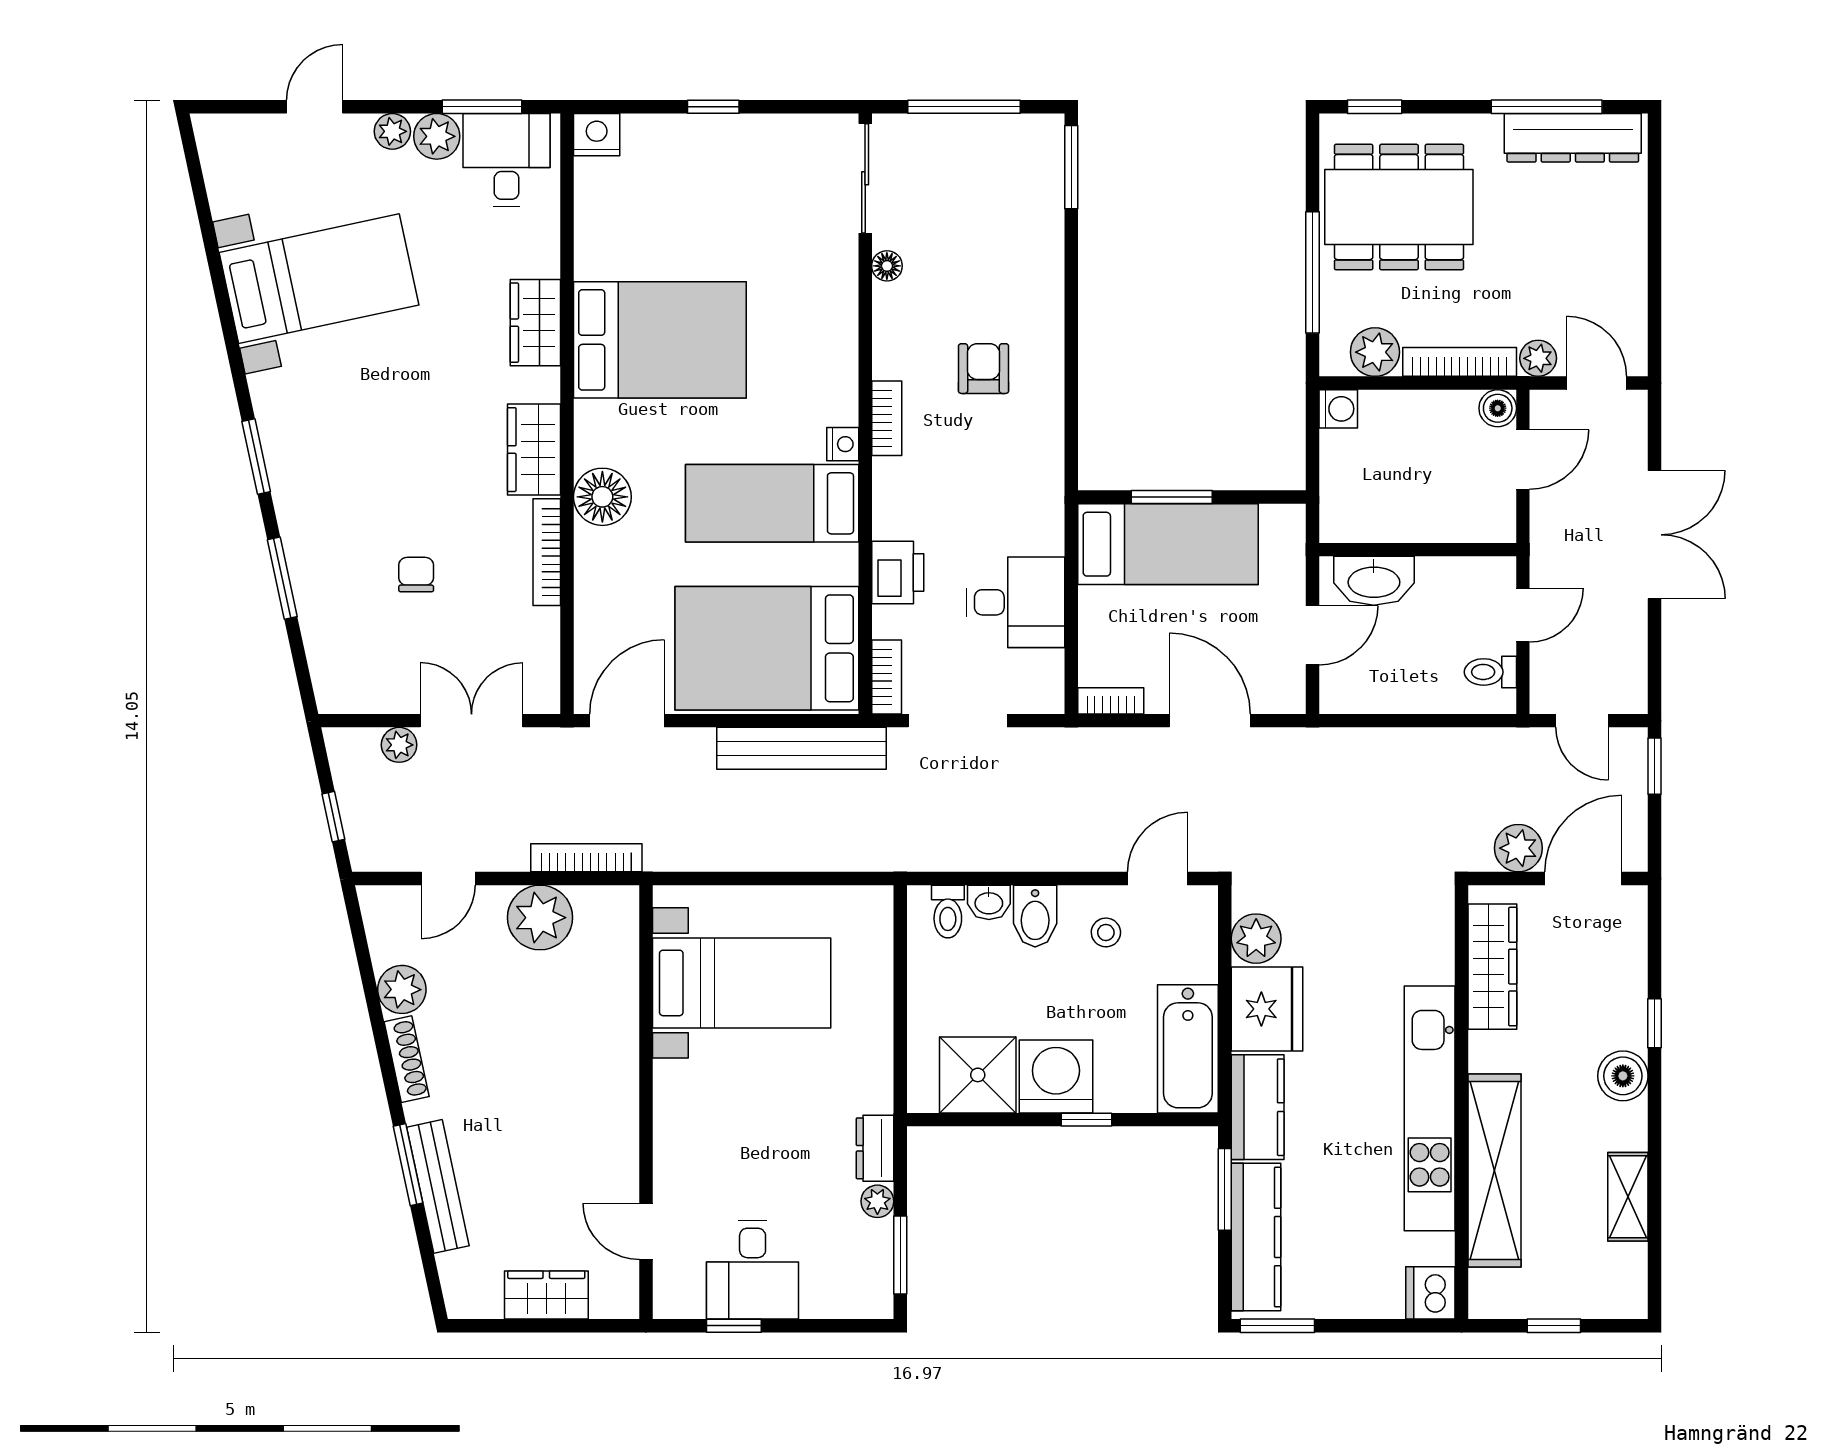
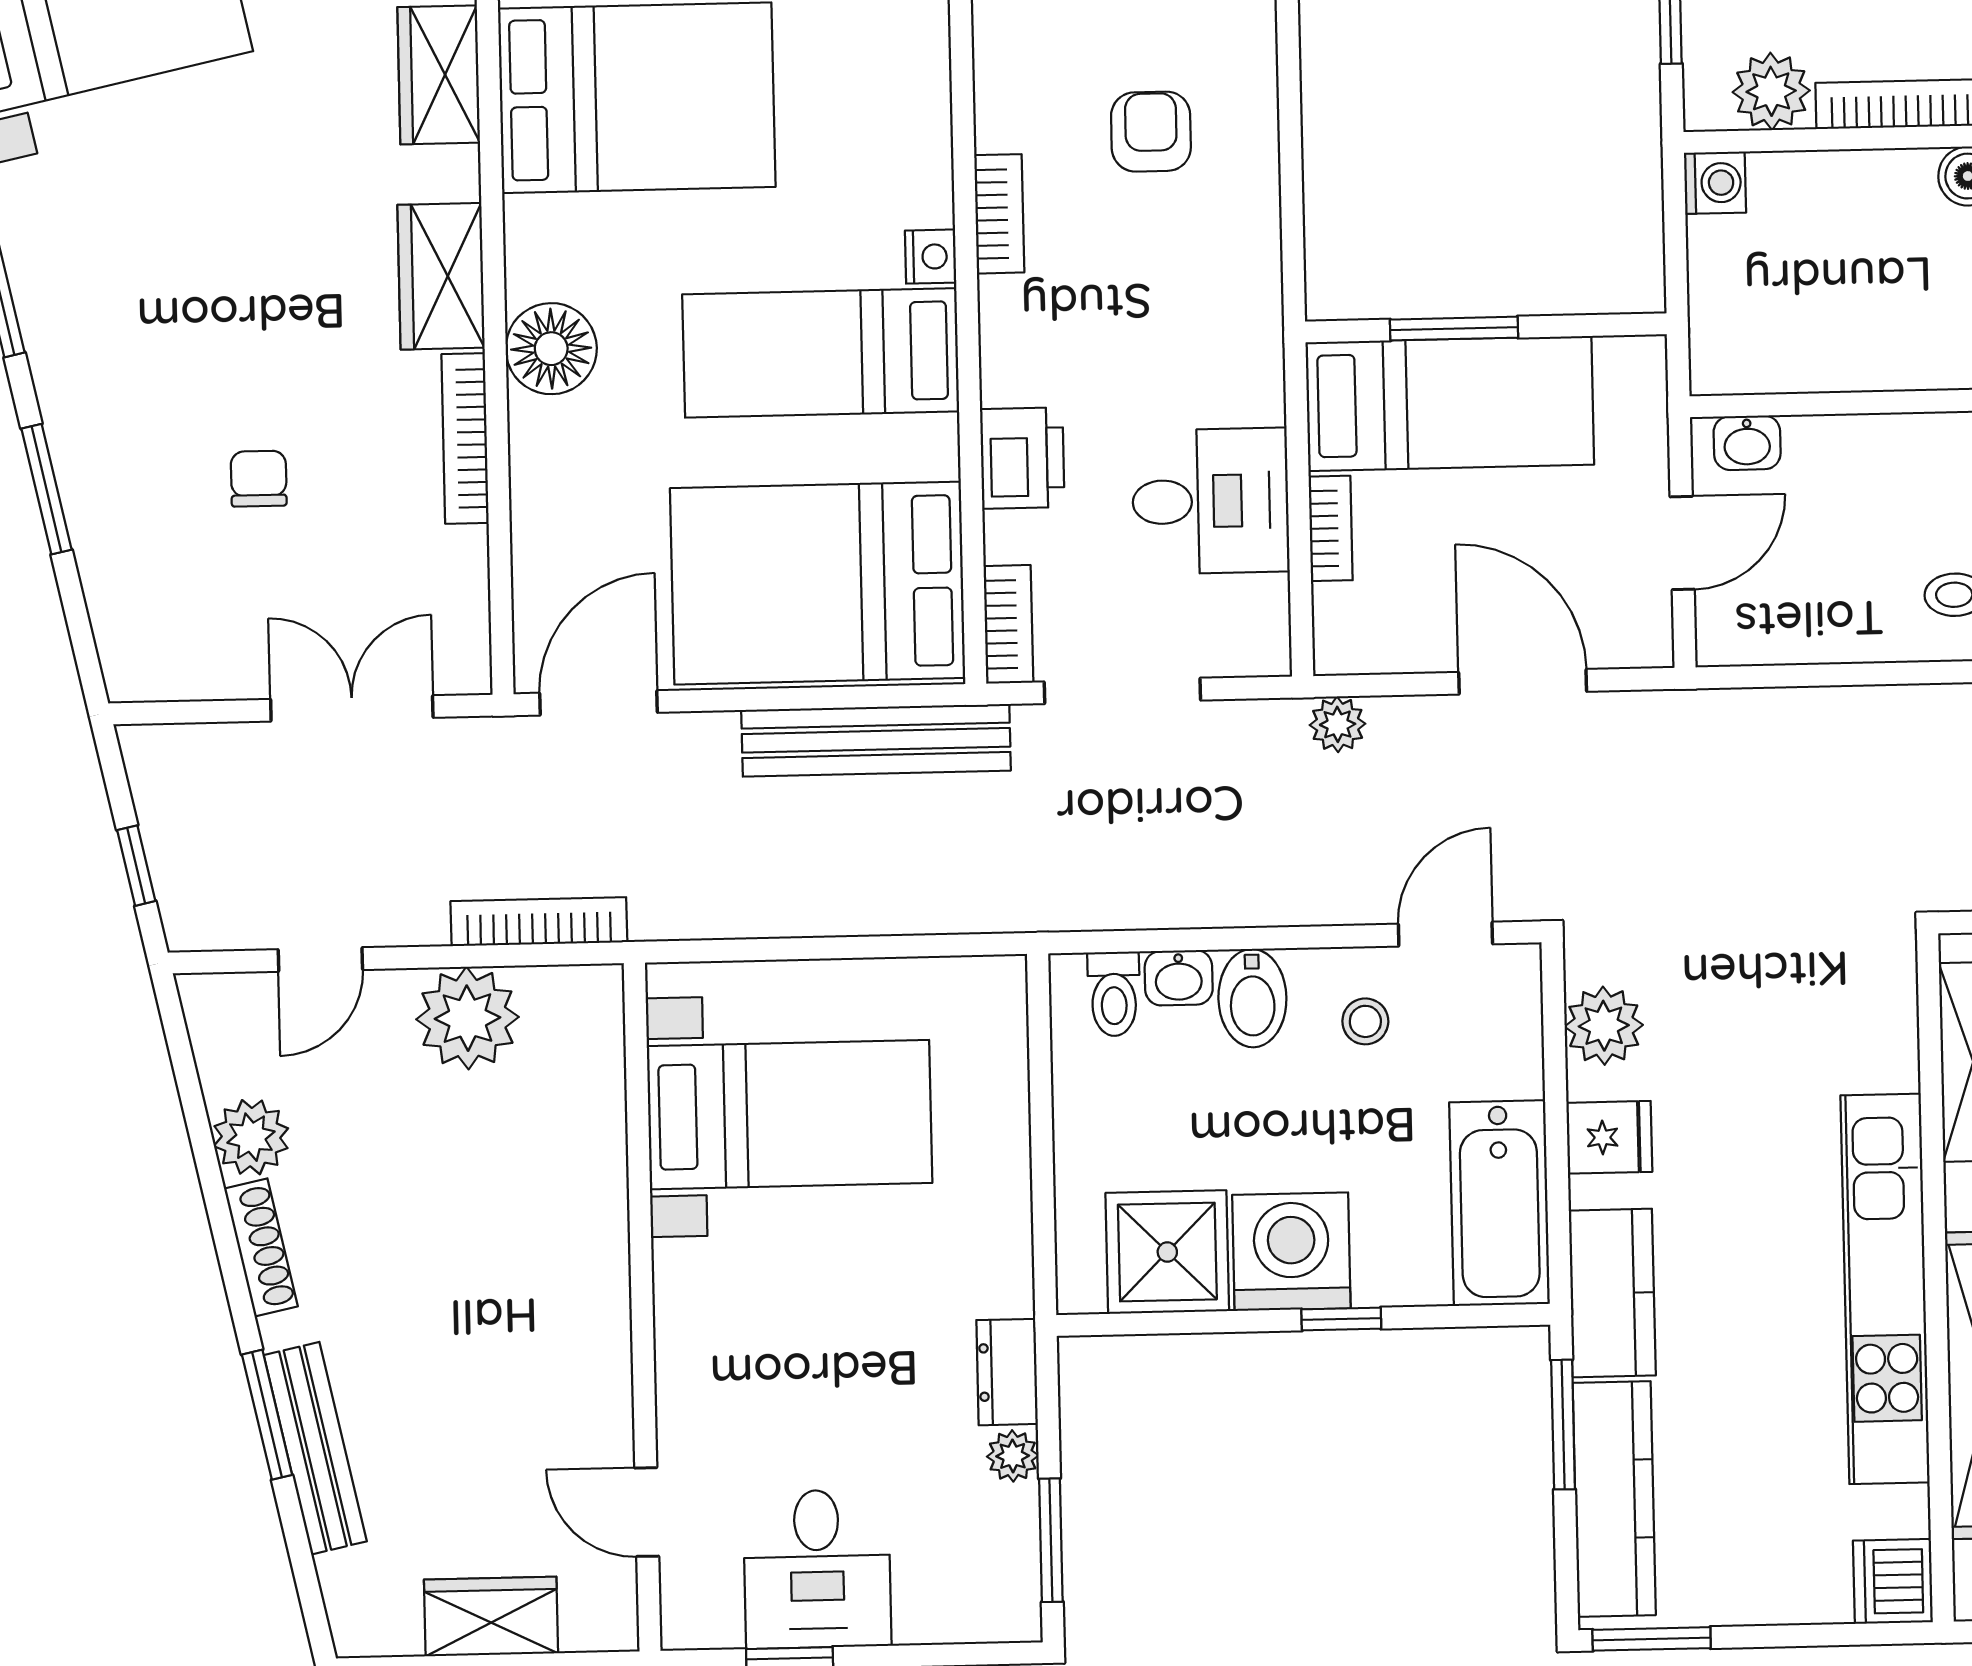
washbasin: (1374, 581) -> (1747, 443), width x0.52, depth x0.69
bookcase: (1111, 701) -> (1331, 528), moved, turned 90
plant: (399, 745) -> (1338, 724), moved
fridge: (1267, 1009) -> (1609, 1137), width x0.53, depth x0.75

